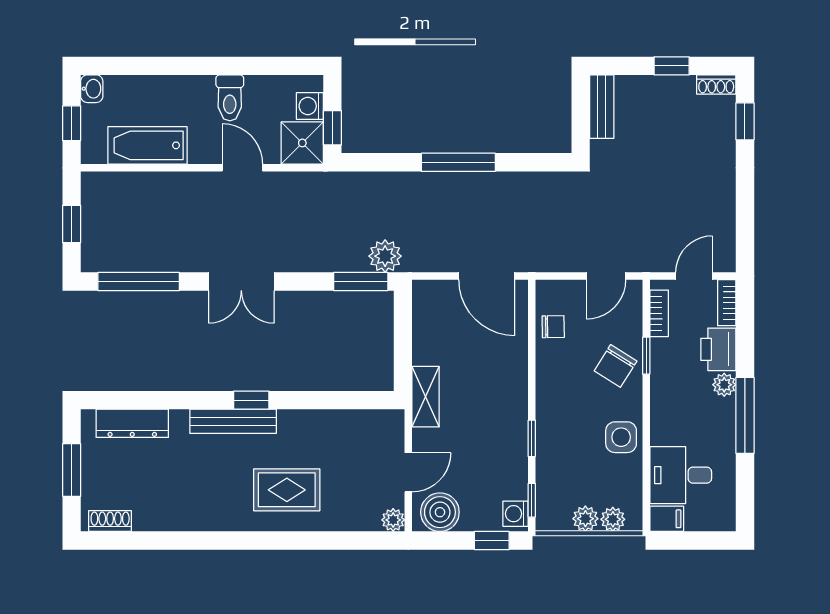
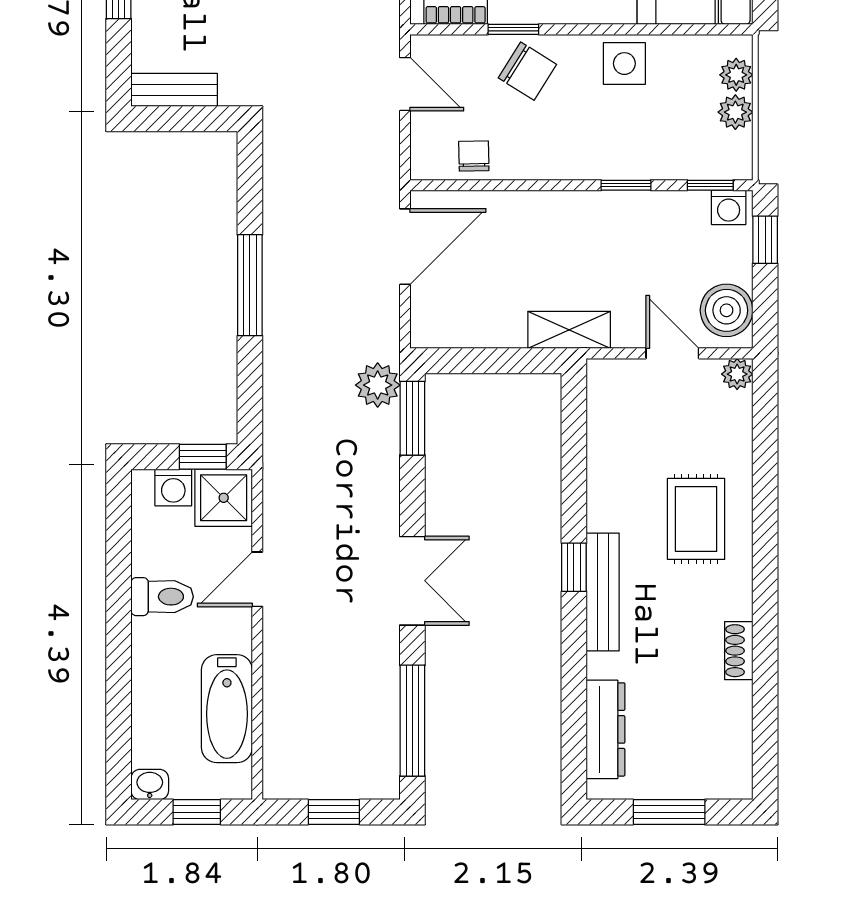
shoe rack: (110, 521) -> (739, 651), moved

